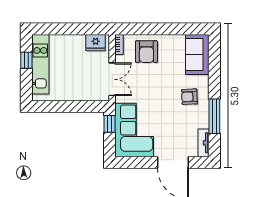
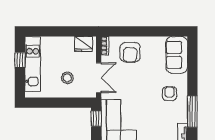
stool: (78, 79) -> (67, 78), added
armchair: (189, 97) -> (170, 94), turned 93

